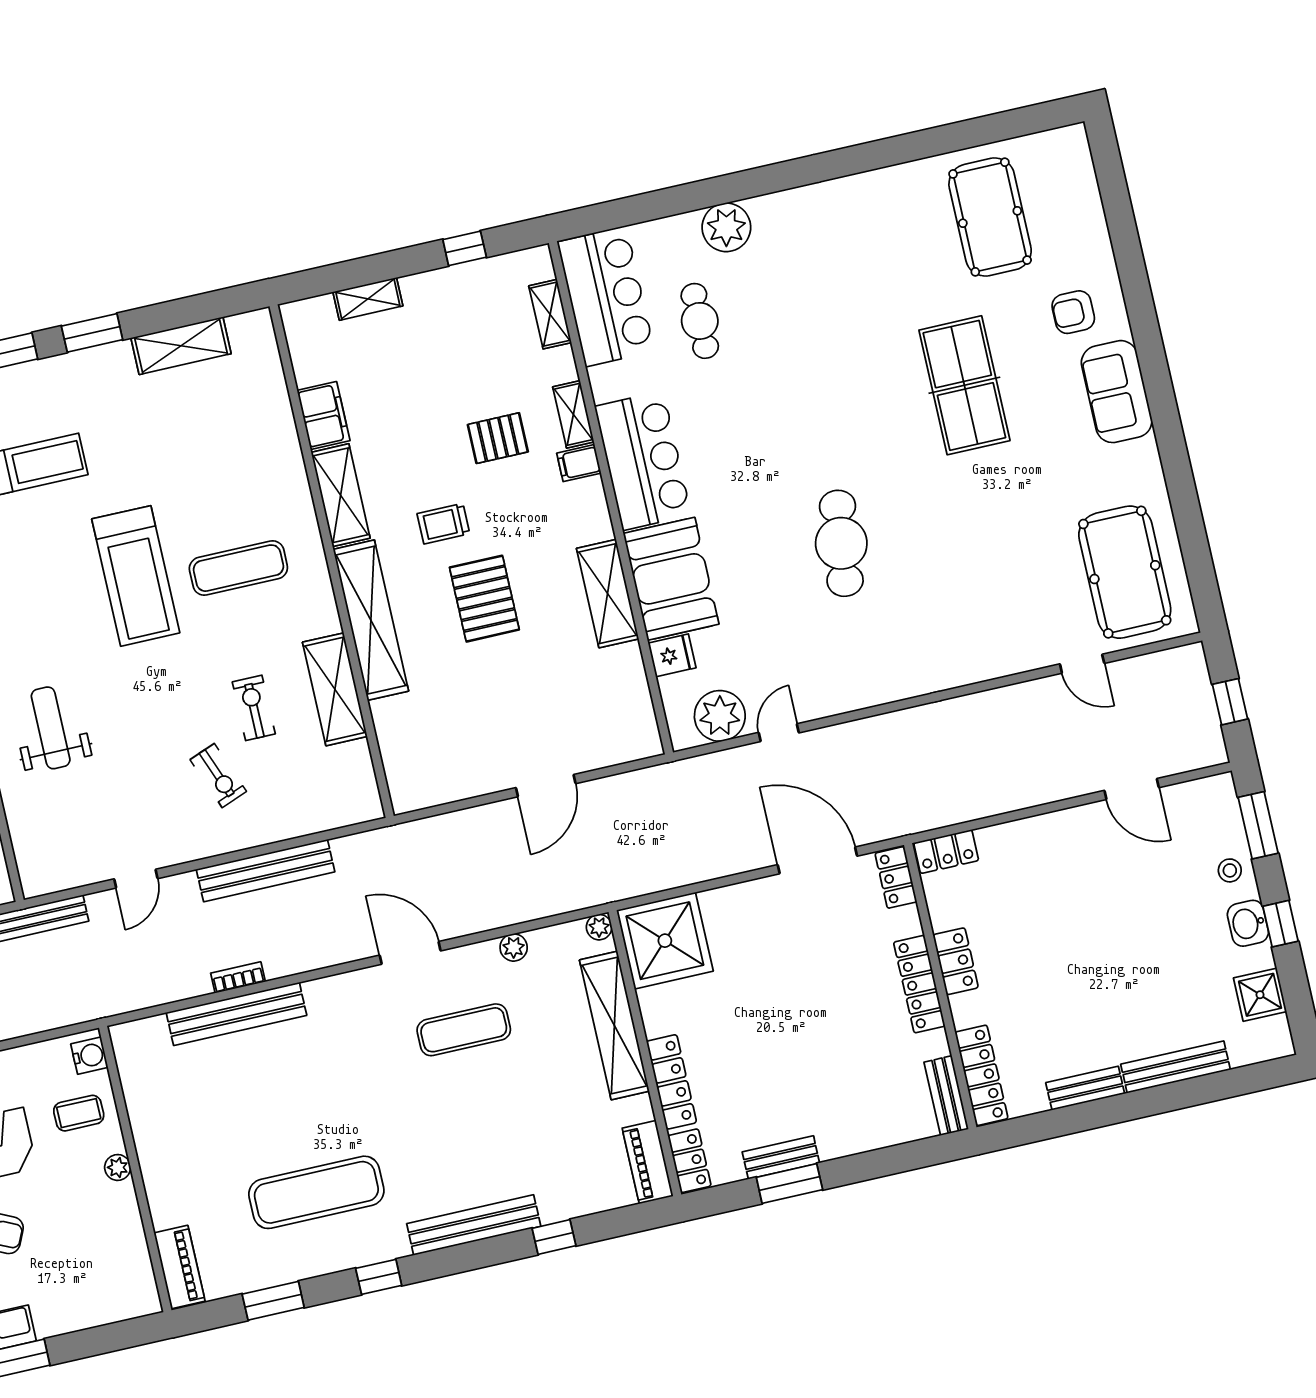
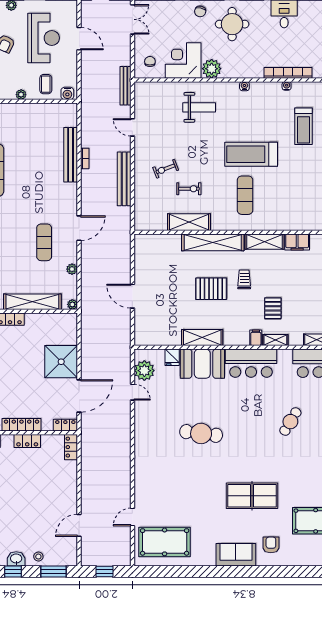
cafe table: (700, 321) -> (290, 422), moved, turned -59
shower: (665, 941) -> (61, 362), moved

